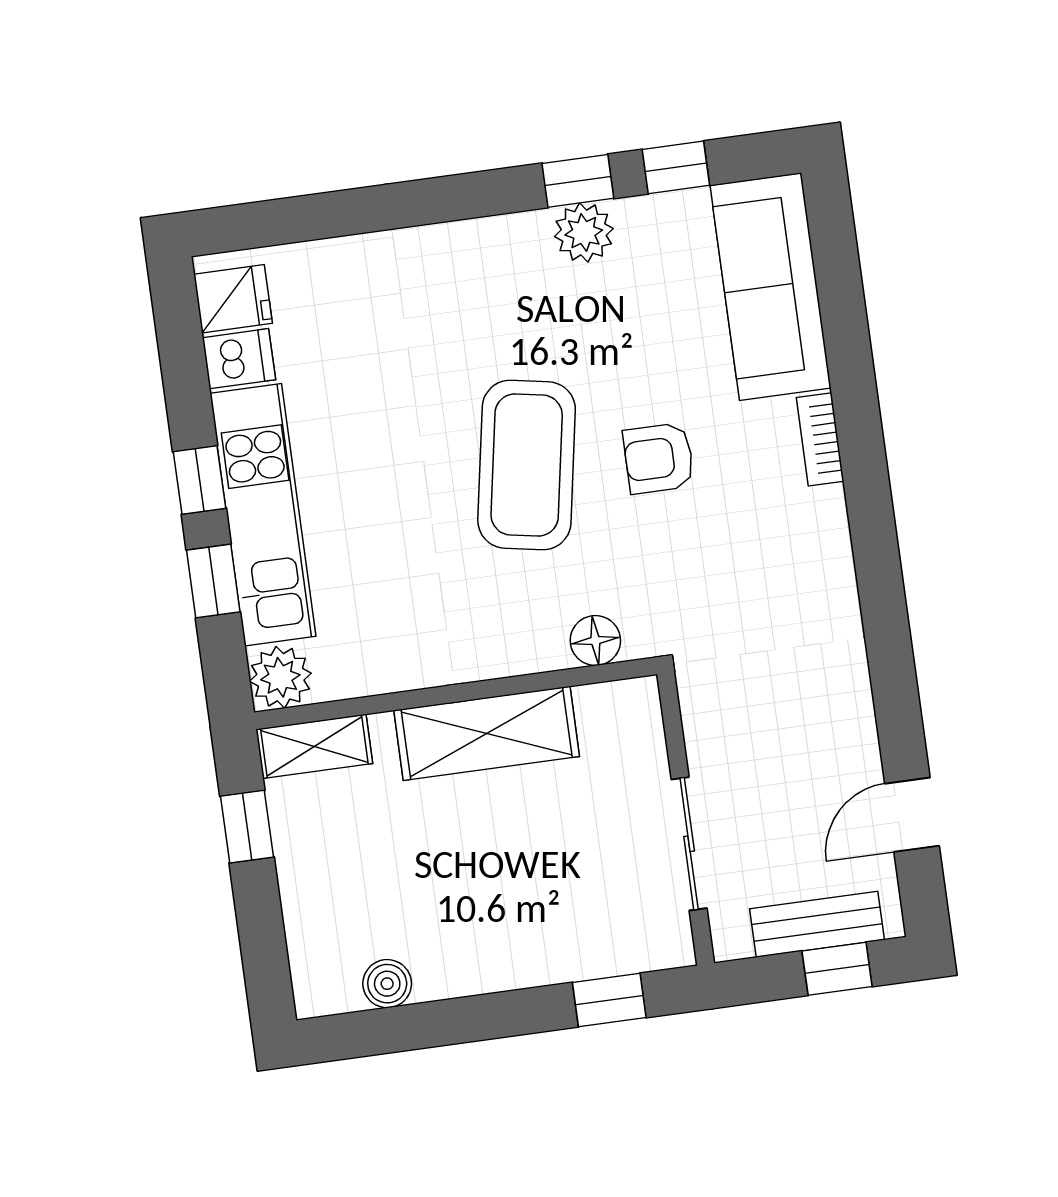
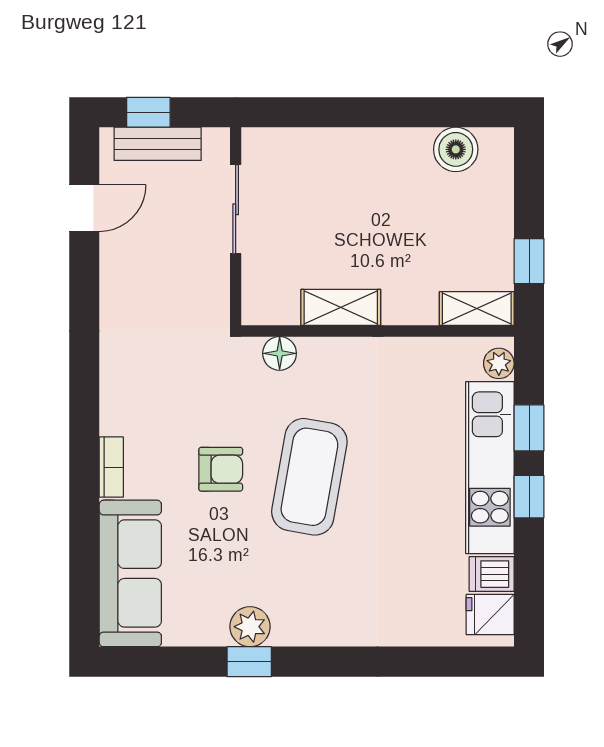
window: (676, 167) -> (183, 662), removed
plant: (280, 677) -> (499, 363), width x0.73, depth x0.73
shelving: (487, 733) -> (341, 307), width x0.67, depth x0.75
boiler: (387, 984) -> (456, 149), width x1.36, depth x1.36
window: (609, 1000) -> (303, 112), removed

